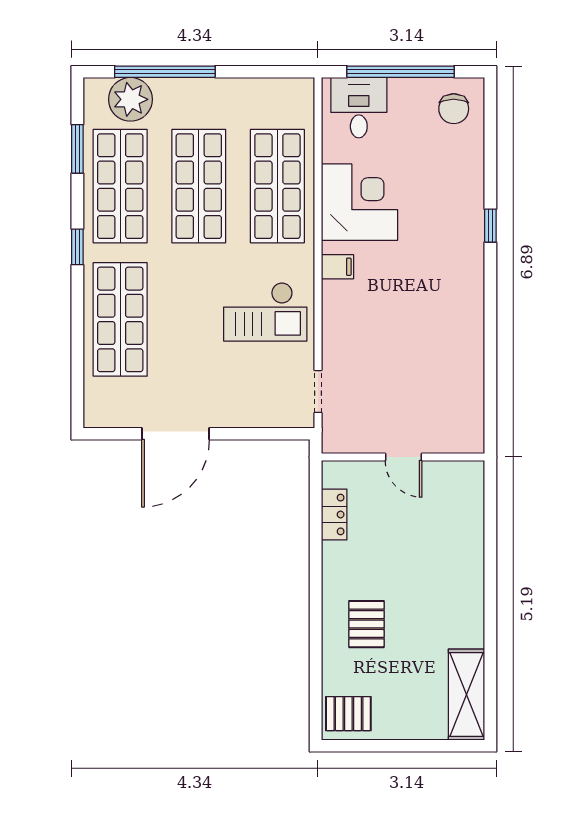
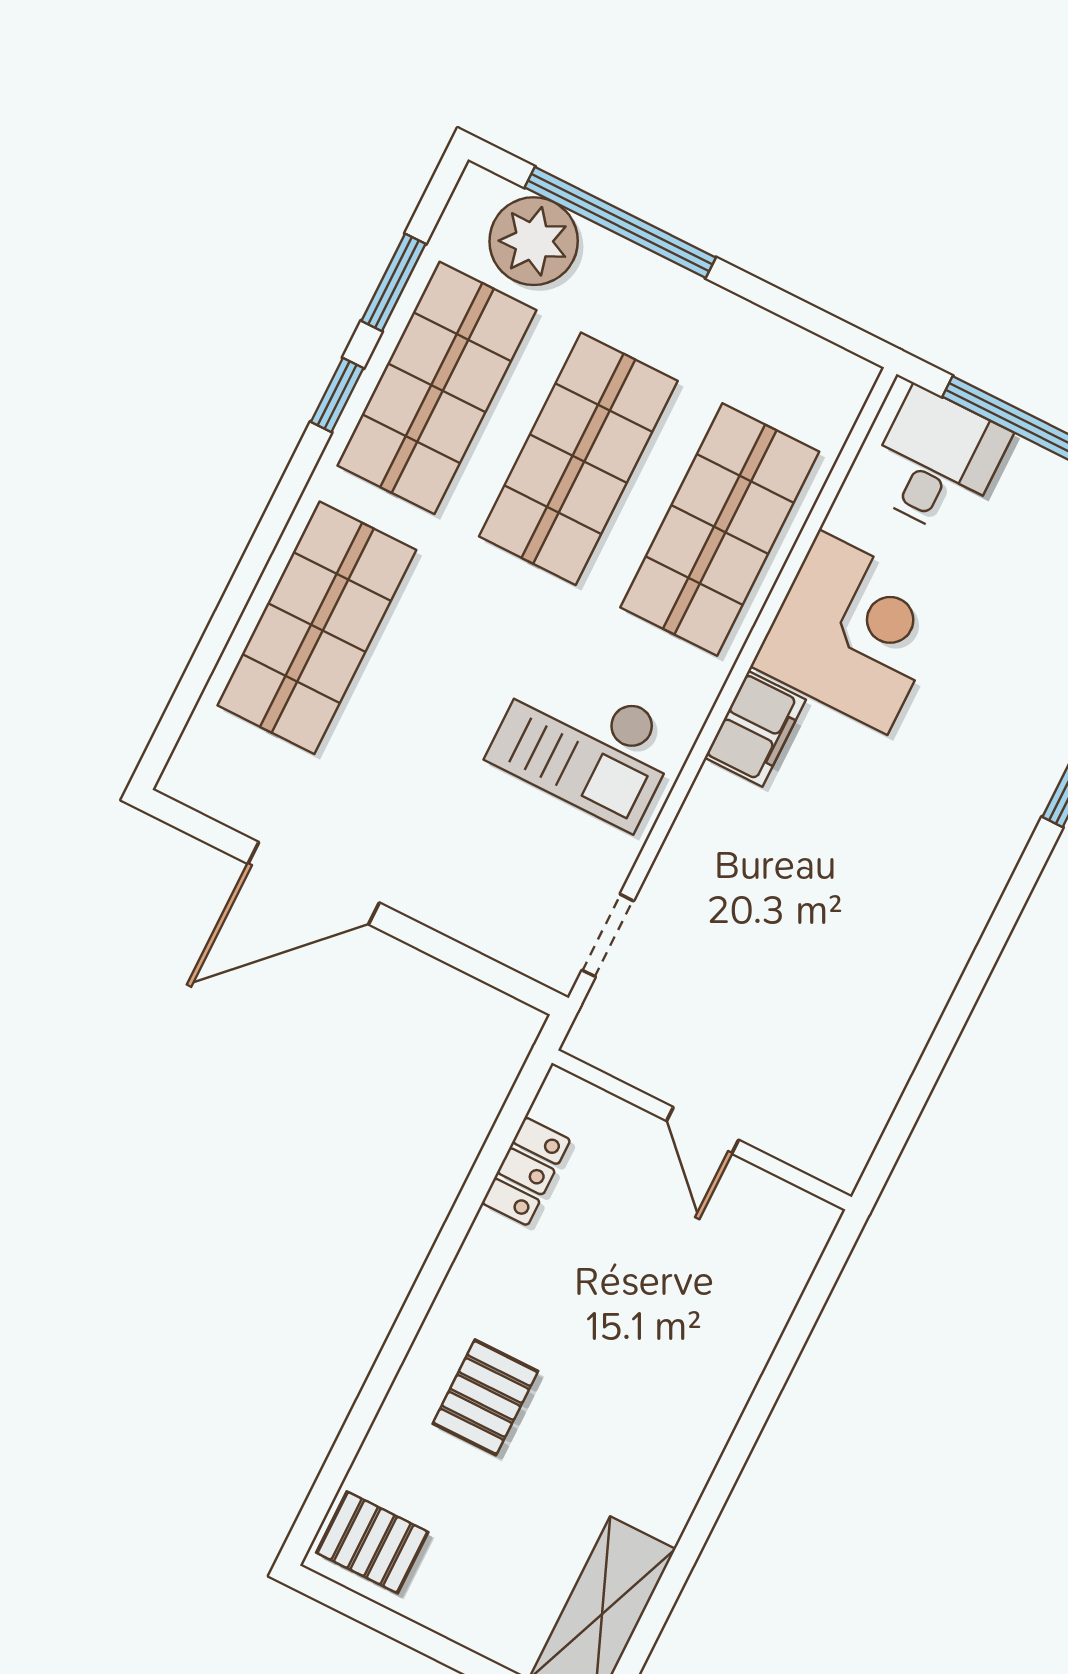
window: (77, 247) -> (337, 395), moved
filing cabinet: (337, 267) -> (755, 729), width x2.00

